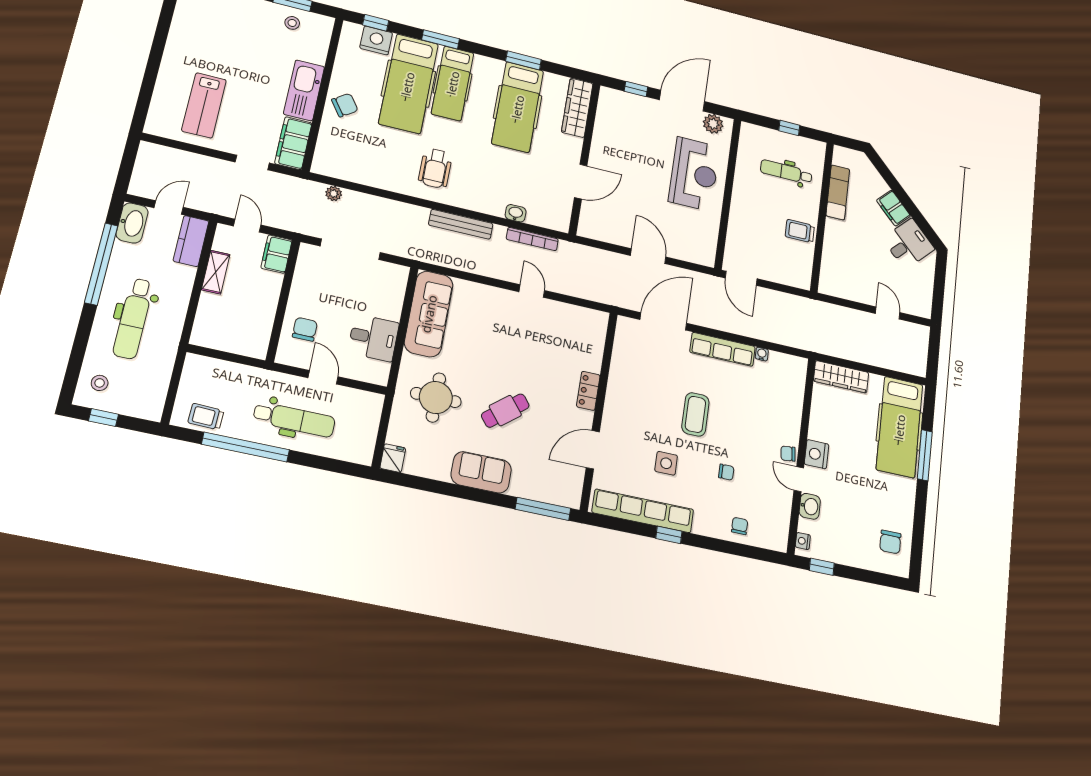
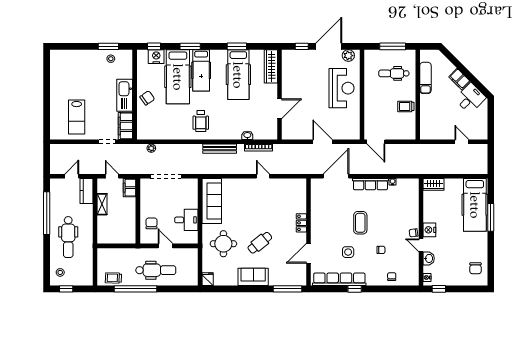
window: (789, 128) -> (393, 46), width x2.17
washbasin: (132, 223) -> (56, 189), removed
wardrobe: (841, 377) -> (433, 184), width x0.67

